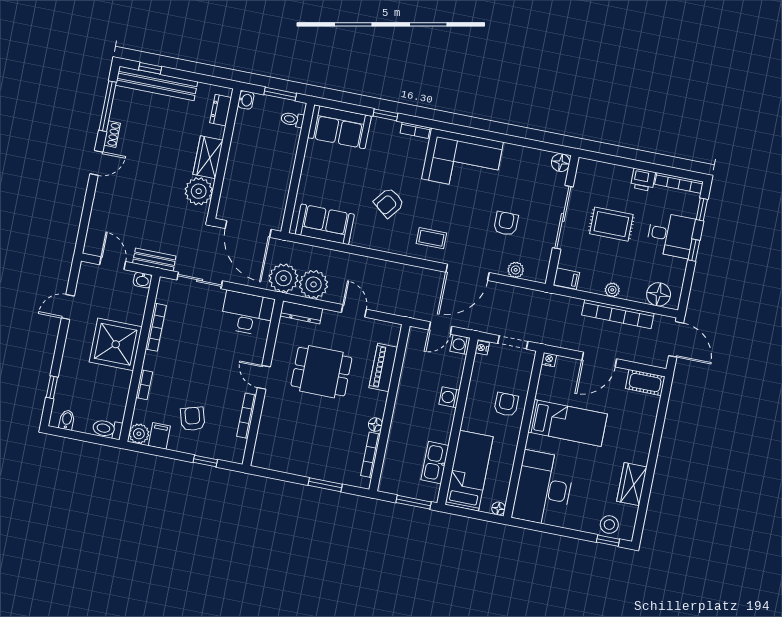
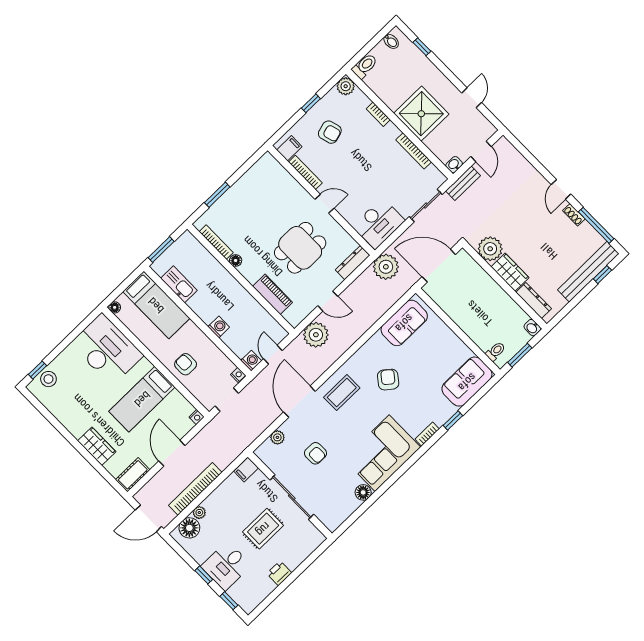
dresser: (221, 110) -> (534, 300), width x1.44
floor lamp: (561, 163) -> (363, 492), moved
bookcase: (679, 183) -> (259, 598), removed
coffee table: (431, 238) -> (342, 393), width x1.36, depth x1.30
door: (113, 263) -> (481, 151), hinge flipped
plant: (314, 284) -> (316, 335), moved
plant: (612, 290) -> (199, 513), moved
armchair: (506, 404) -> (186, 364), turned 180
filing cabinet: (159, 436) -> (289, 148), moved, turned -90
window: (205, 461) -> (311, 103), moved
wardrobe: (632, 484) -> (97, 446), moved

